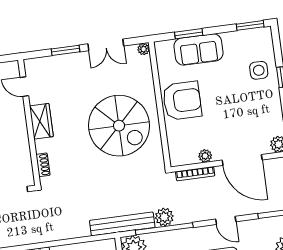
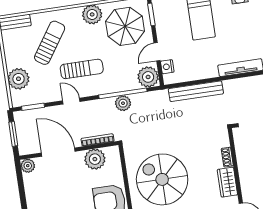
plant: (205, 156) -> (95, 159), width x1.88, depth x1.88
shoe rack: (43, 165) -> (227, 157), moved
bench: (122, 224) -> (196, 91), moved

